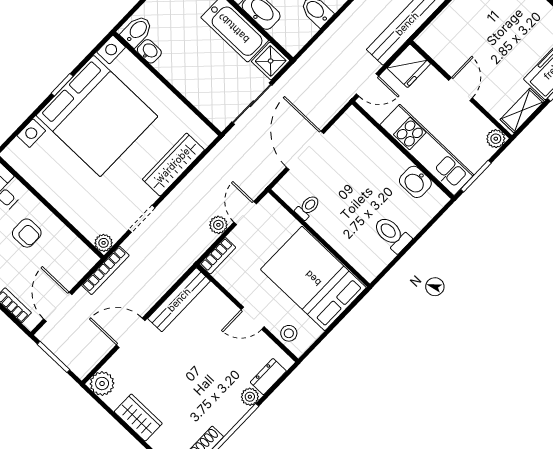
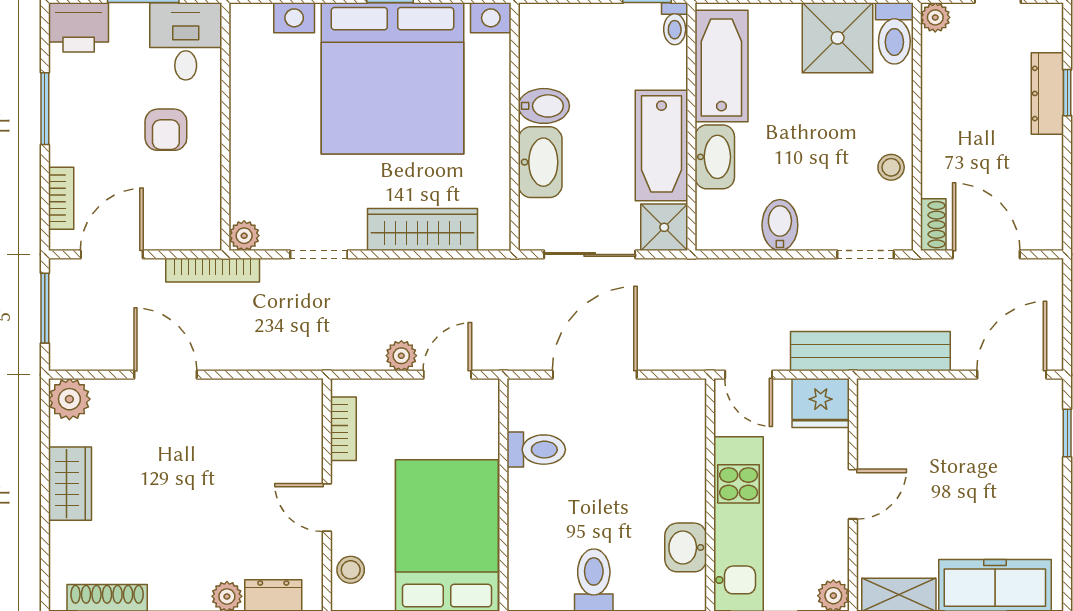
bidet: (137, 31) -> (544, 106), moved
washbasin: (149, 51) -> (540, 162), moved, width x1.91, depth x1.45
toilet: (308, 207) -> (536, 450), width x1.37, depth x1.39
bookcase: (218, 256) -> (343, 429), moved, turned -90
bench: (179, 300) -> (263, 395), removed

